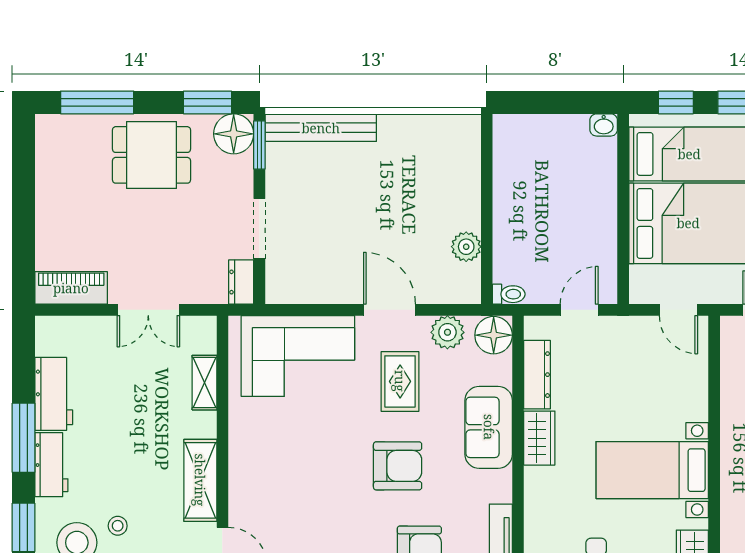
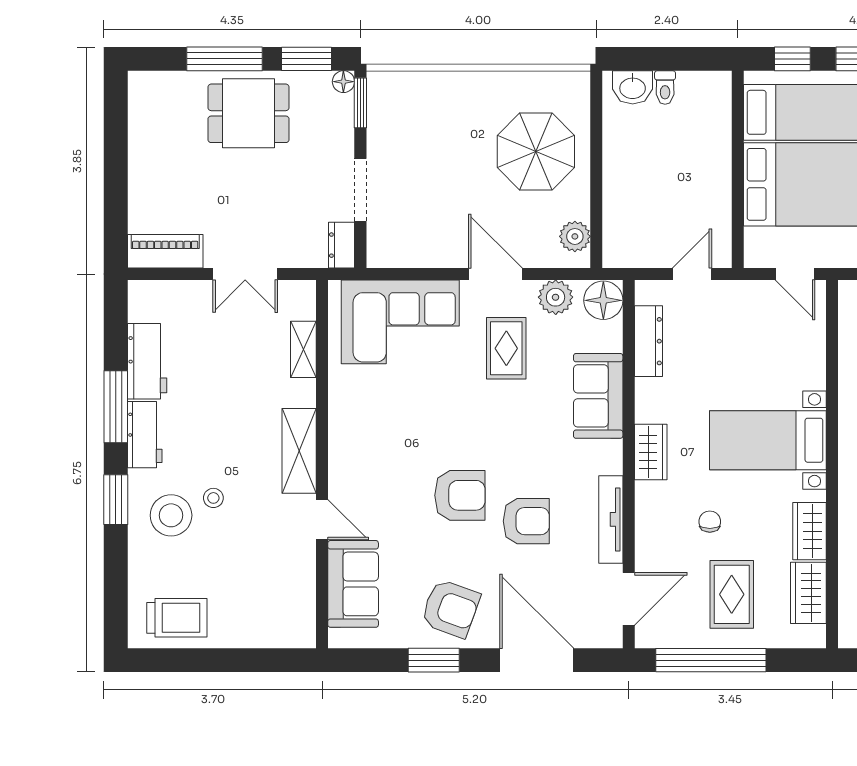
window: (97, 102) -> (224, 59), moved
washbasin: (604, 125) -> (633, 87), moved, width x1.38, depth x1.45
bench: (321, 128) -> (424, 85), removed
floor lamp: (234, 134) -> (343, 82), width x0.53, depth x0.53
parasol: (429, 192) -> (536, 152), added
plant: (466, 247) -> (575, 236), moved
toilet: (509, 294) -> (665, 88), moved, turned 90
wardrobe: (539, 438) -> (651, 452), moved
armchair: (398, 466) -> (460, 495), moved

